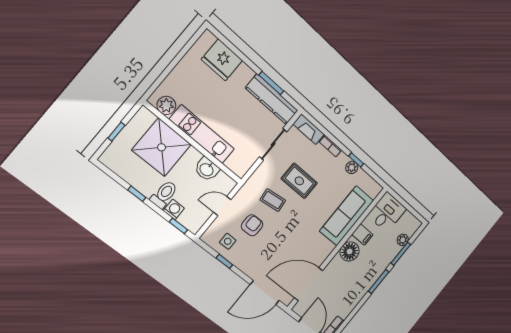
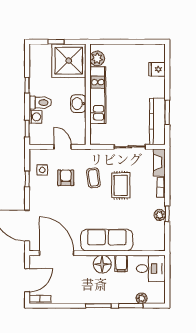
fridge: (222, 60) -> (157, 69), width x0.53, depth x0.75
shower: (162, 147) -> (69, 61), moved
washbasin: (207, 169) -> (78, 104), moved
sofa: (347, 216) -> (107, 240), moved
armchair: (252, 225) -> (66, 178), turned -90

